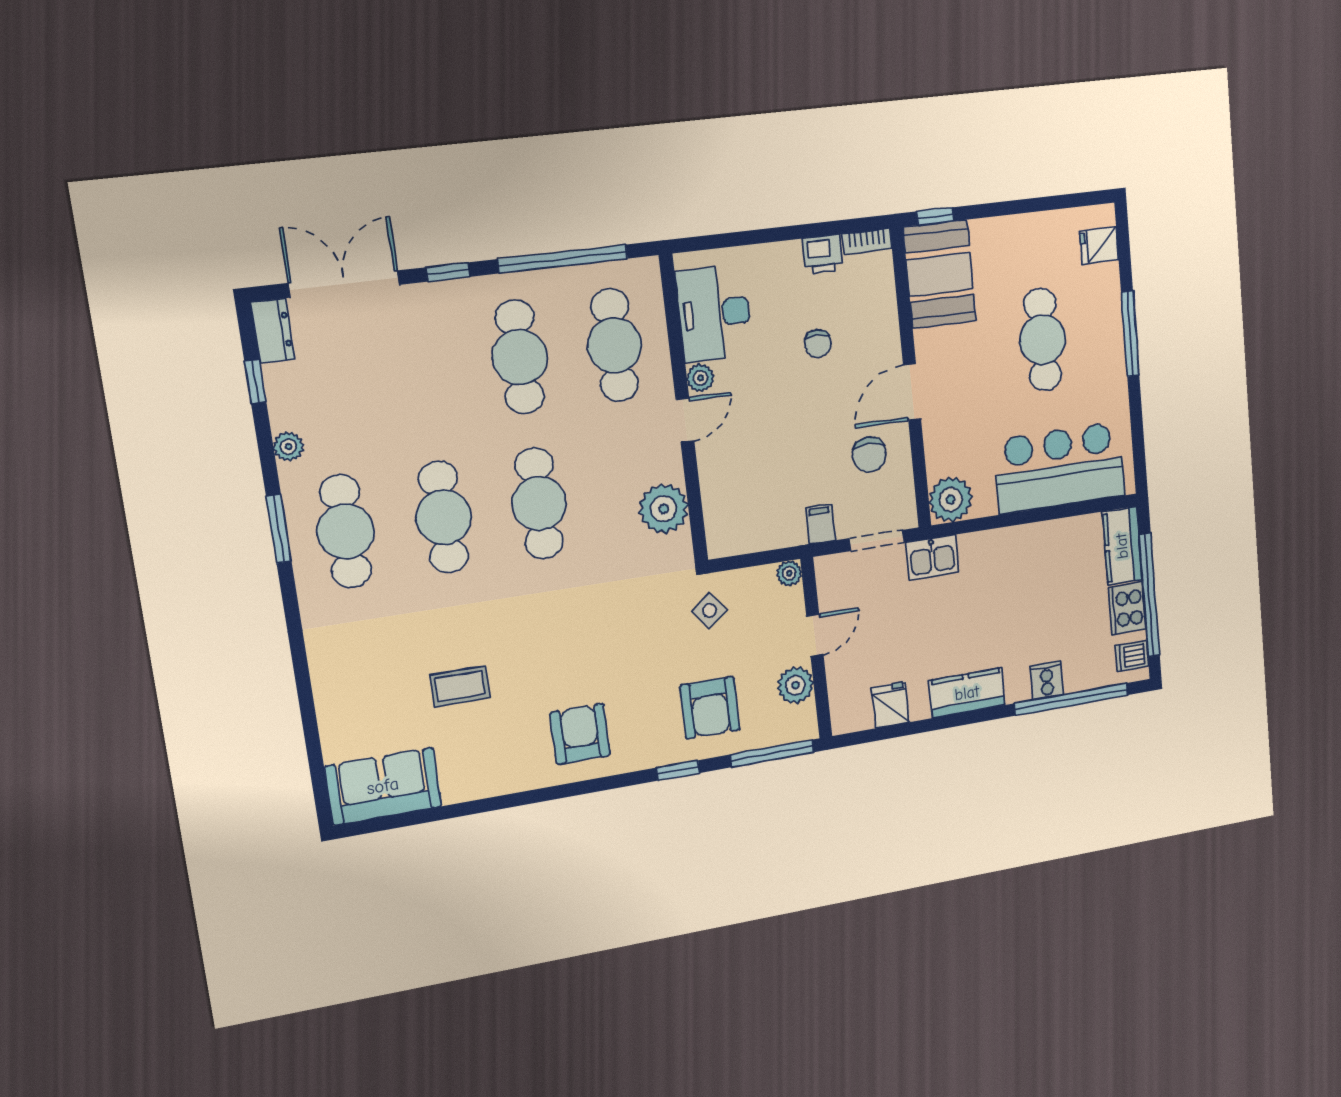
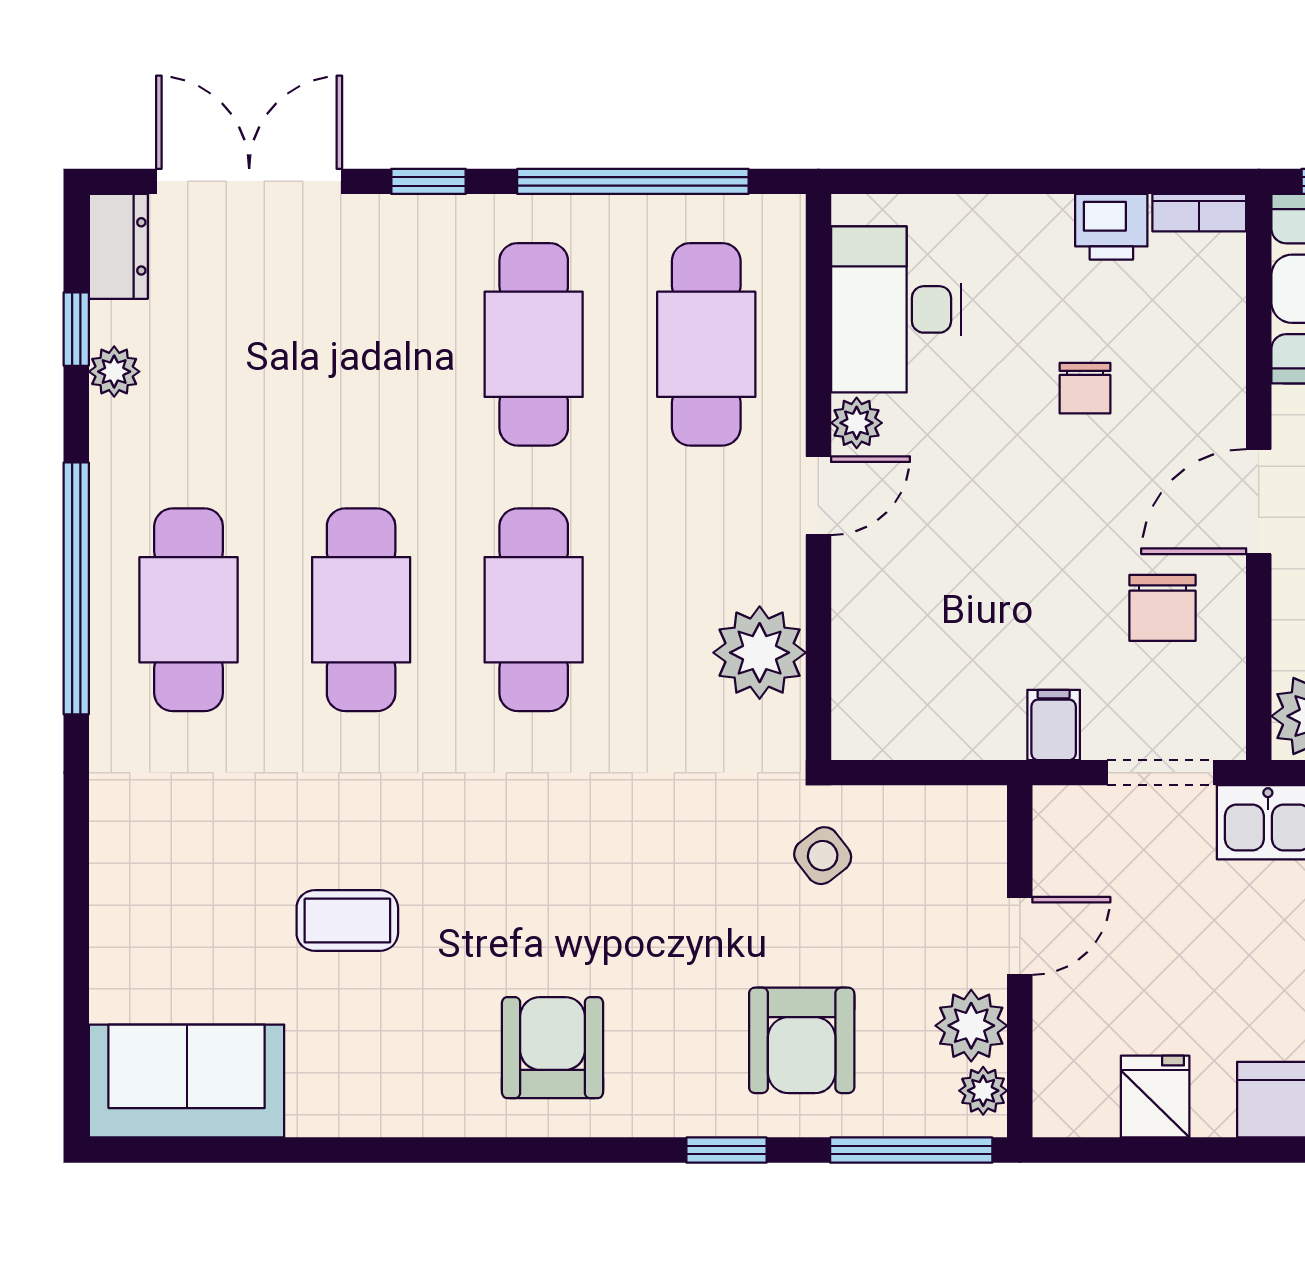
plant: (288, 447) -> (114, 372), moved
window: (279, 529) -> (76, 588), width x2.11
plant: (789, 573) -> (983, 1091), moved

